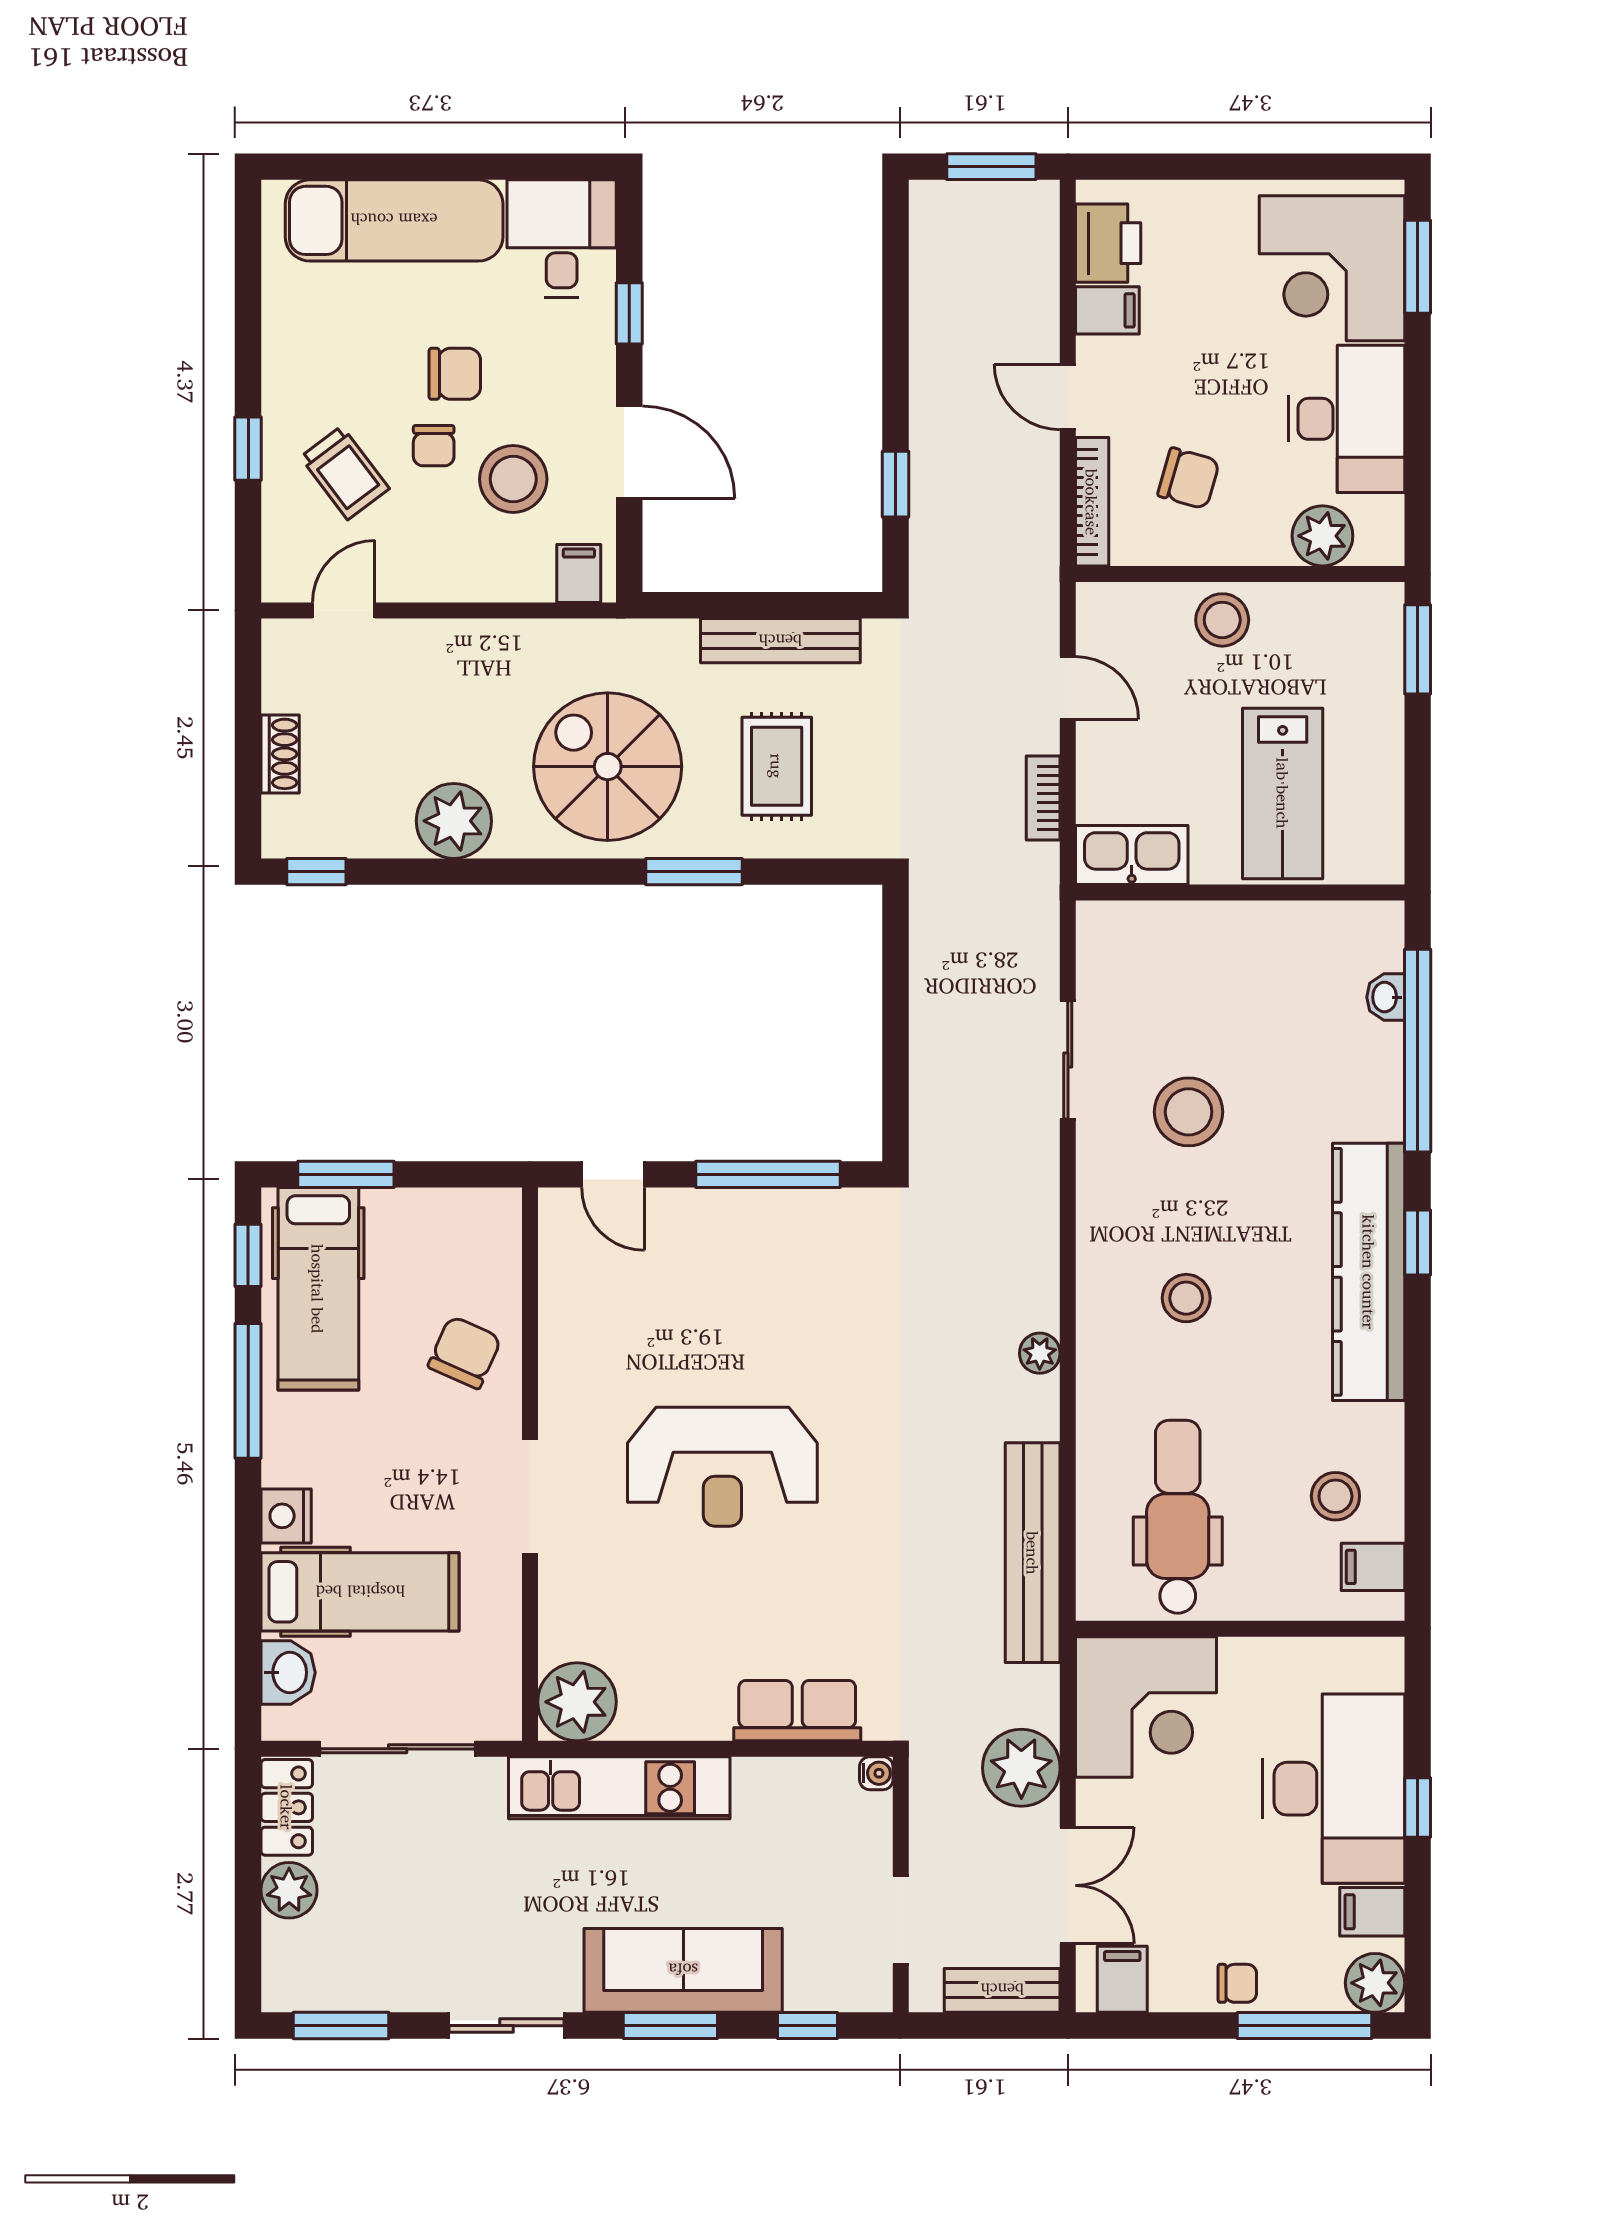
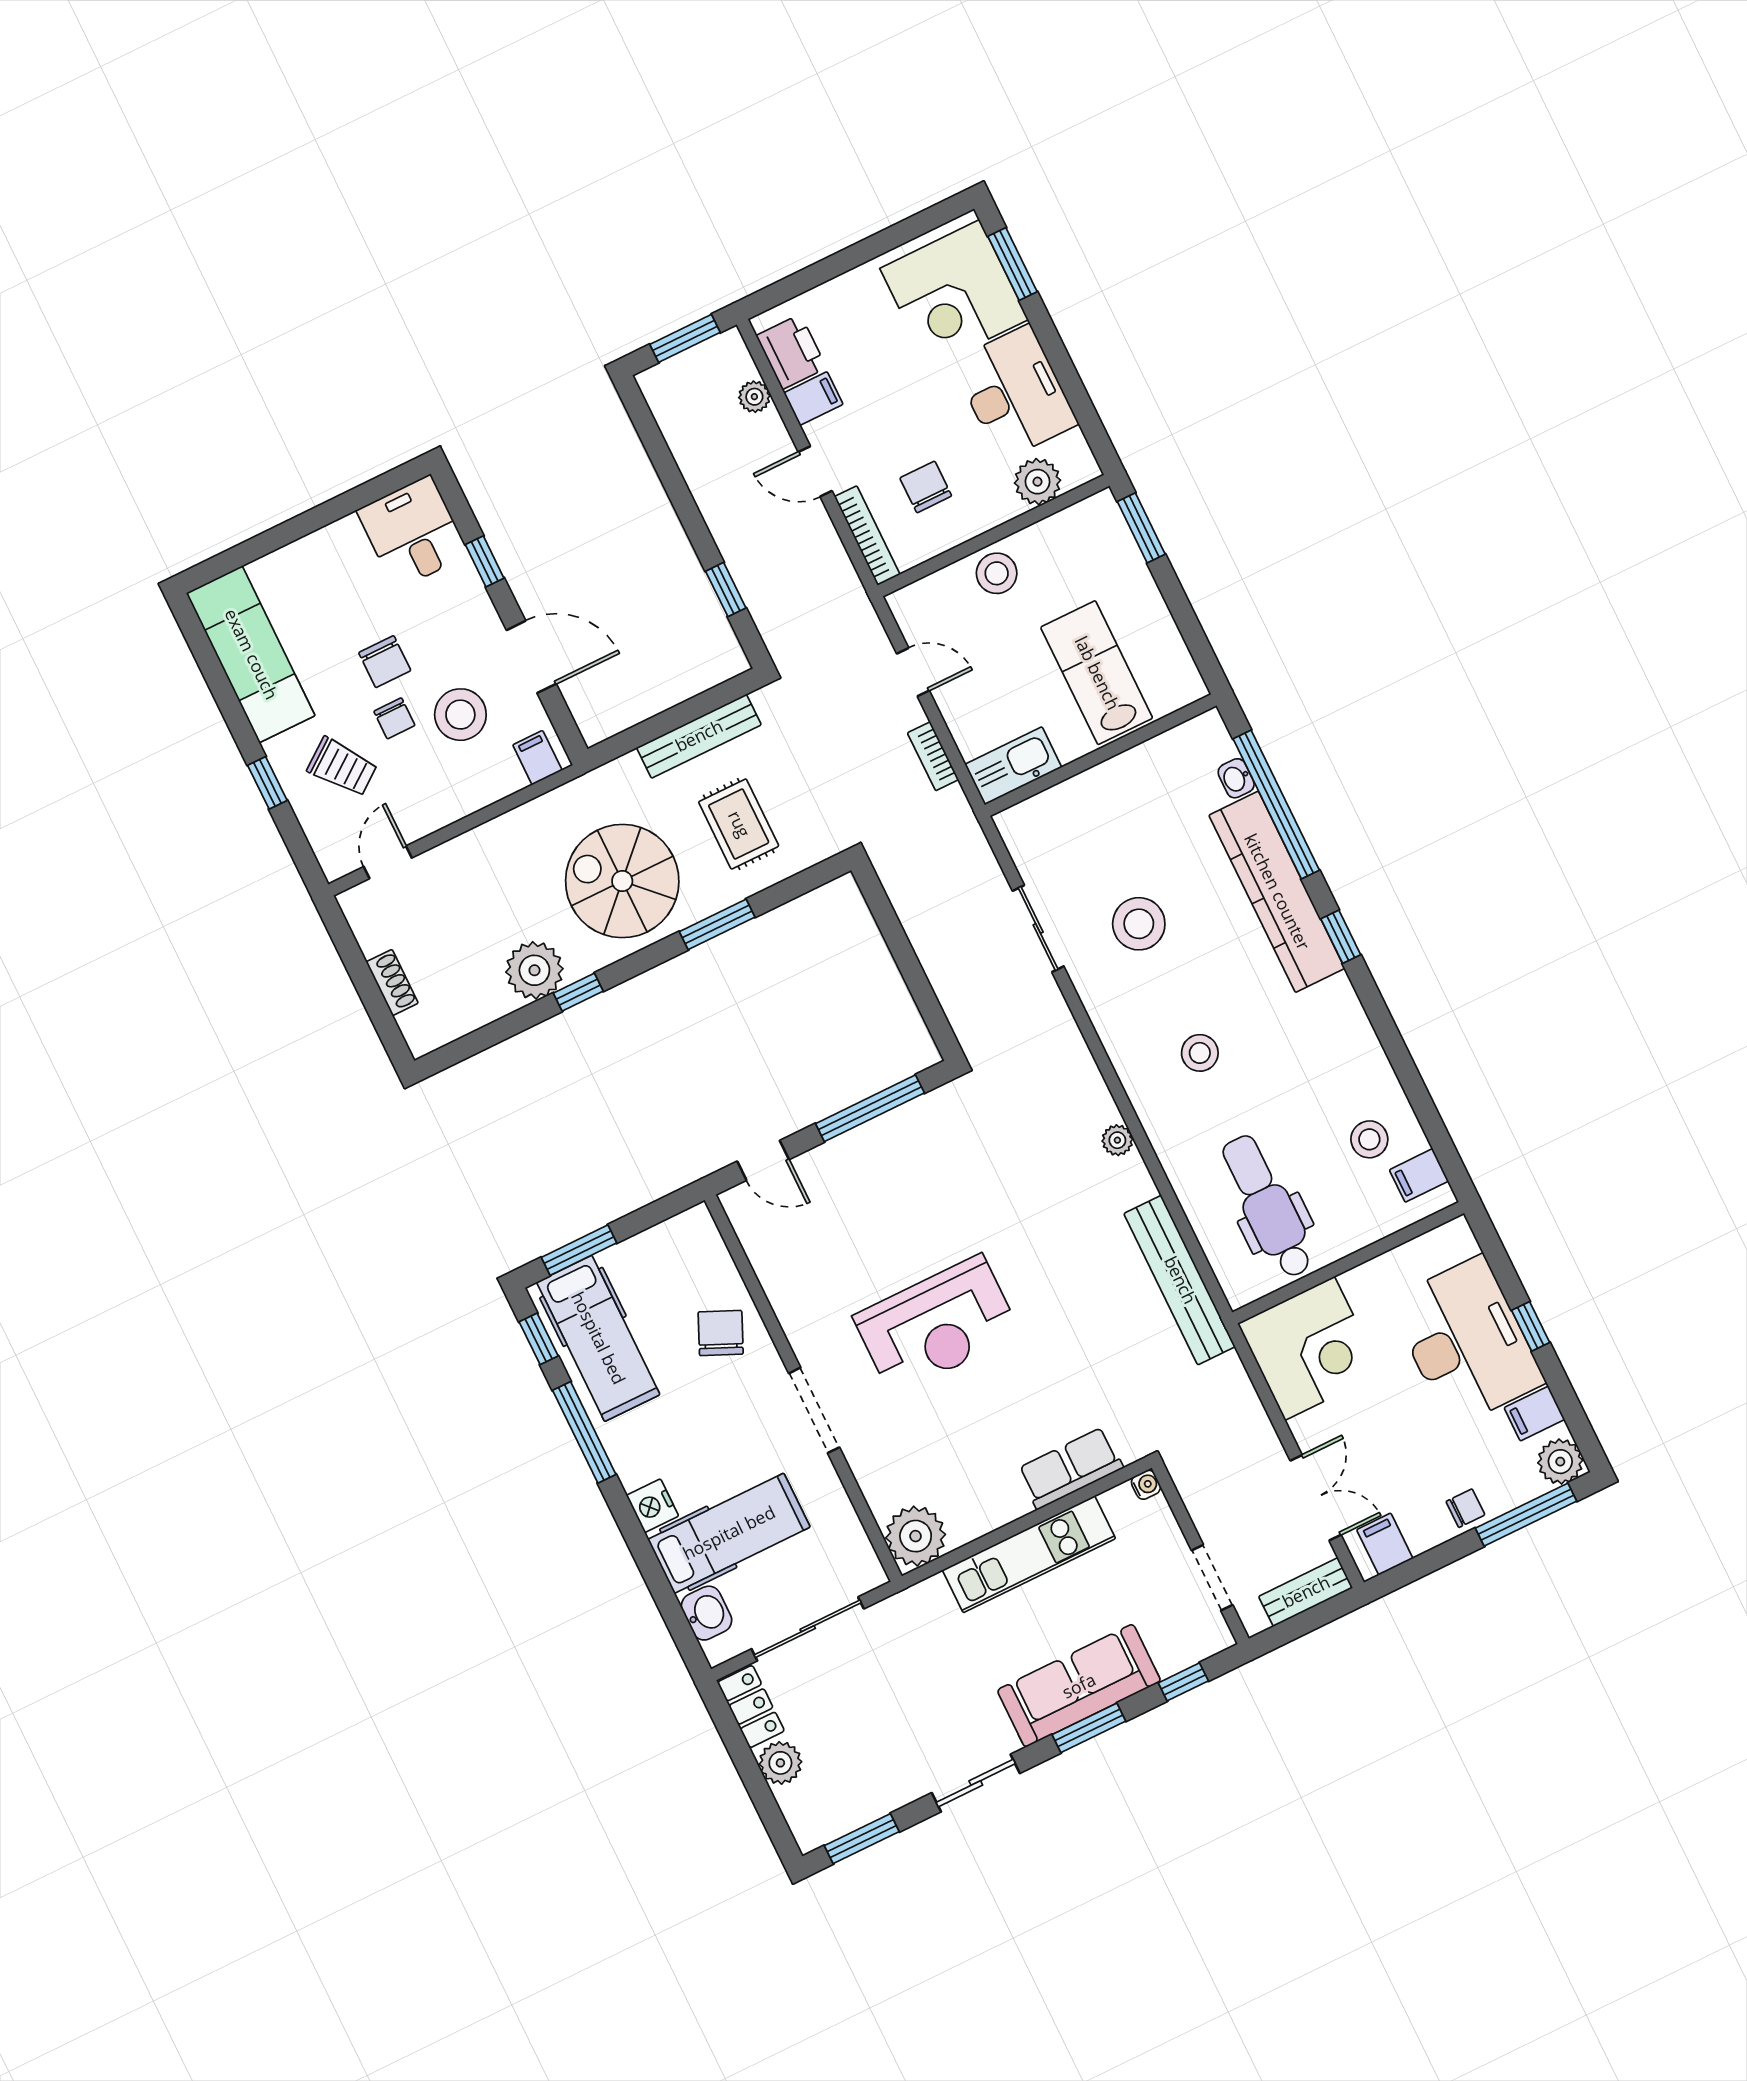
exam couch: (394, 220) -> (251, 654), moved, turned -90
chair: (455, 374) -> (385, 662), turned 90
chair: (1189, 478) -> (926, 487), turned -106
lab bench: (1283, 793) -> (1097, 673), turned 180
window: (316, 872) -> (578, 992), moved
kitchen counter: (1369, 1272) -> (1277, 892), moved
plant: (1021, 1768) -> (754, 397), moved, width x0.53, depth x0.53
kitchen unit: (619, 1788) -> (1029, 1554), moved

